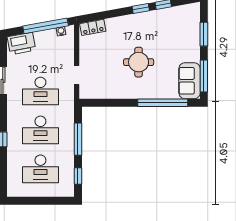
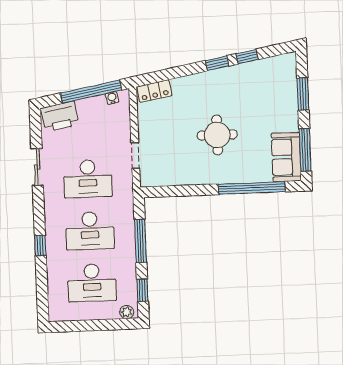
plant: (66, 192) -> (127, 312), added

